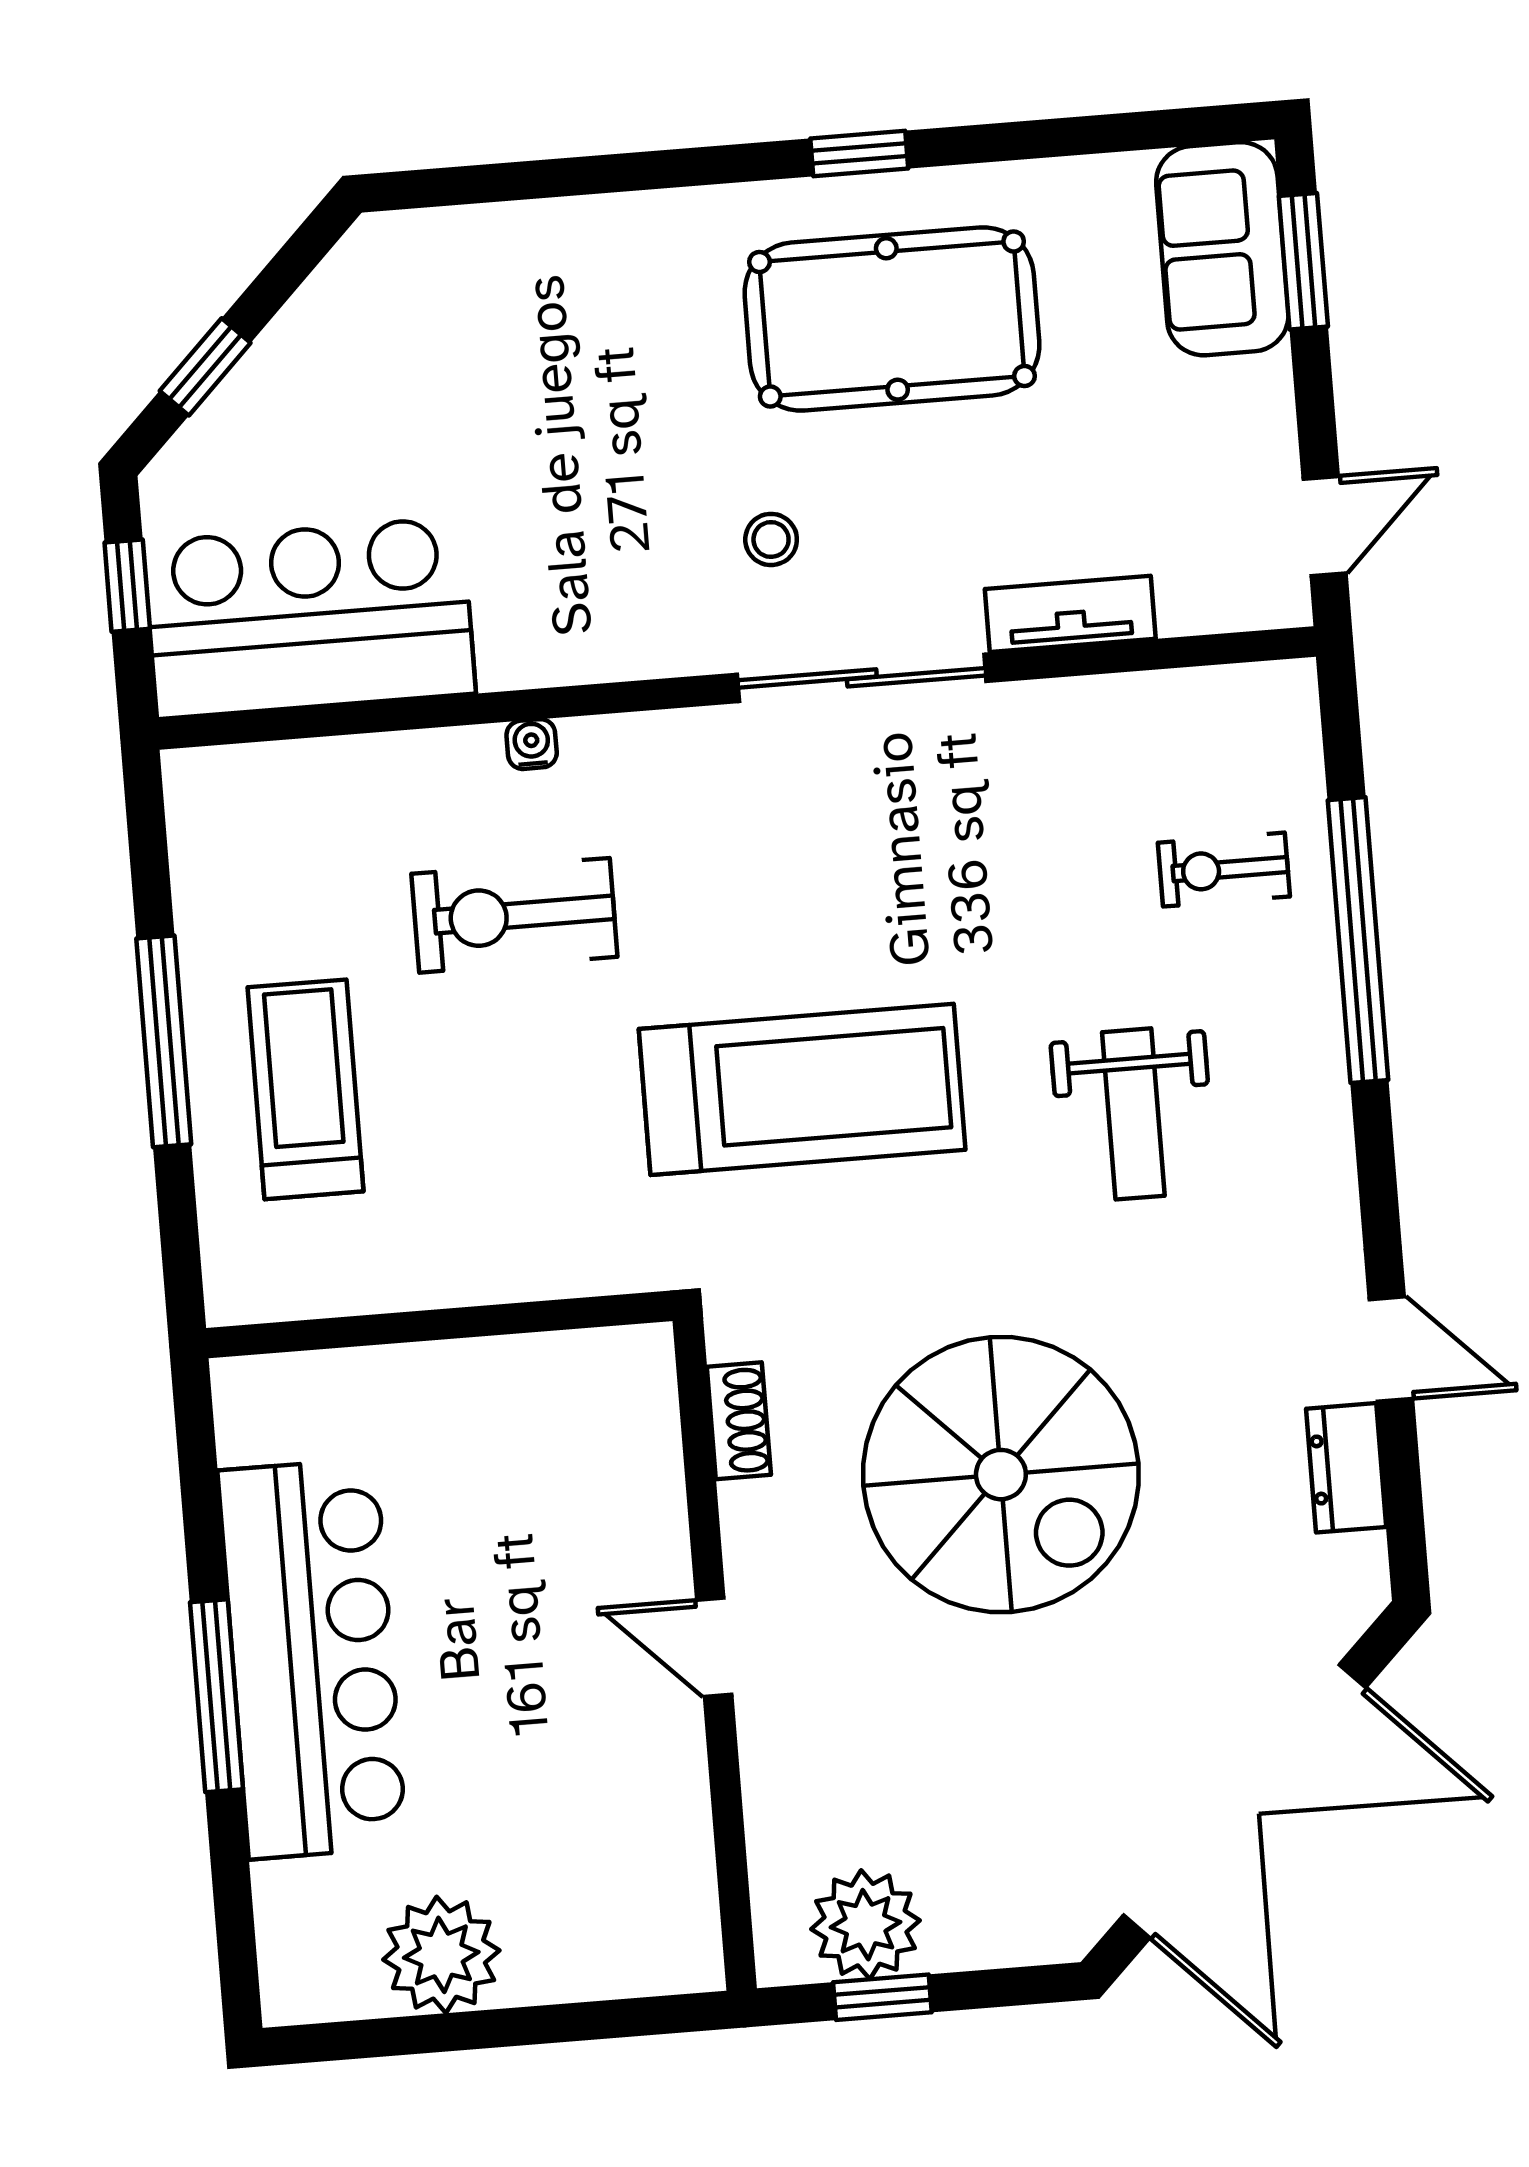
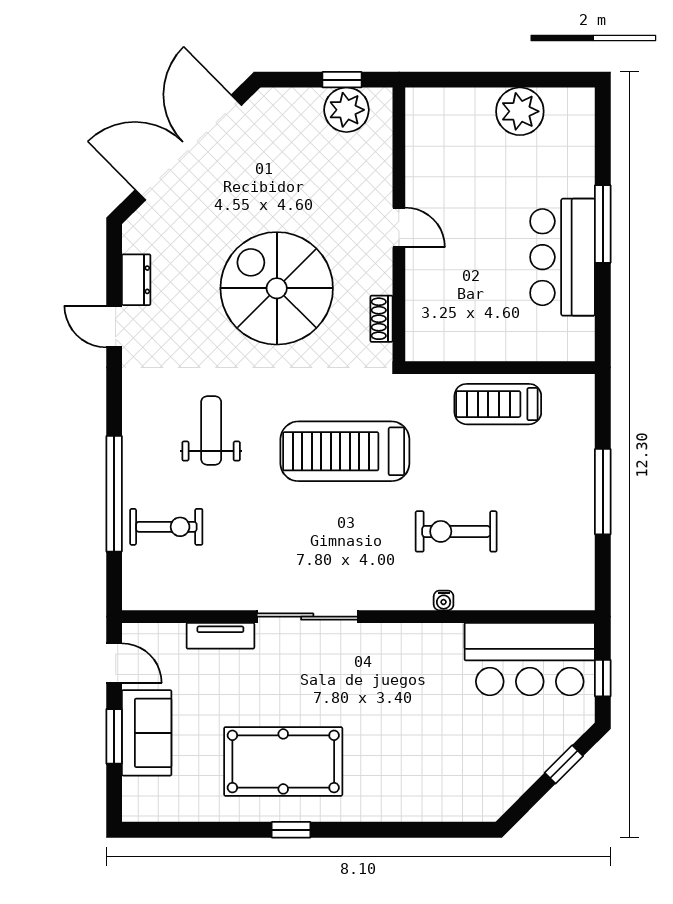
sofa: (1222, 249) -> (147, 733), moved
window: (1303, 261) -> (114, 736), moved
door: (1325, 526) -> (114, 663), swing flipped
stool: (771, 539) -> (340, 676), removed
exercise bike: (1224, 870) -> (166, 527), width x1.38, depth x1.39
exercise bike: (514, 915) -> (456, 531), turned 180
treadmill: (305, 1089) -> (498, 404), moved, turned 90
bar counter: (312, 1659) -> (563, 257), width x0.73

